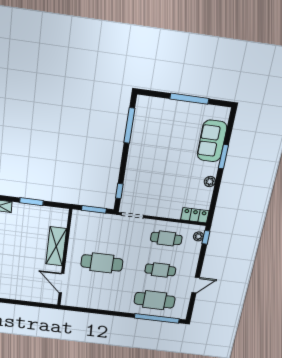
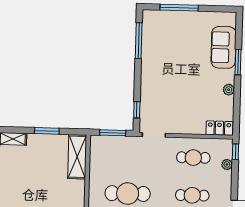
window: (189, 99) -> (179, 8), moved
plant: (198, 236) -> (227, 164), moved
shelving: (56, 246) -> (77, 157), moved

